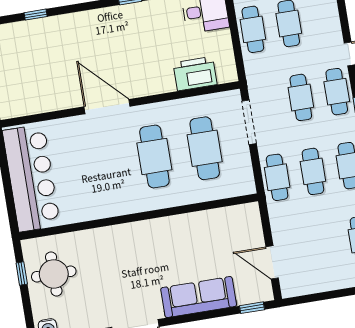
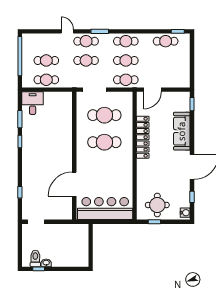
printer: (195, 74) -> (65, 114), removed
door: (107, 107) -> (74, 184), moved
locker: (175, 226) -> (143, 137), added
door: (272, 262) -> (152, 90), moved

